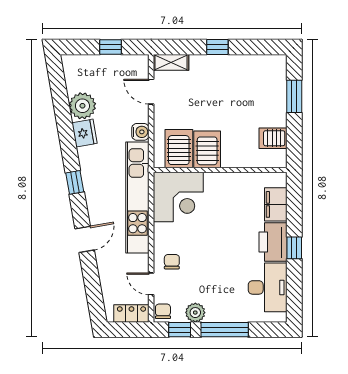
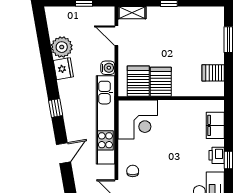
printer: (273, 242) -> (217, 155), width x0.53, depth x0.68

